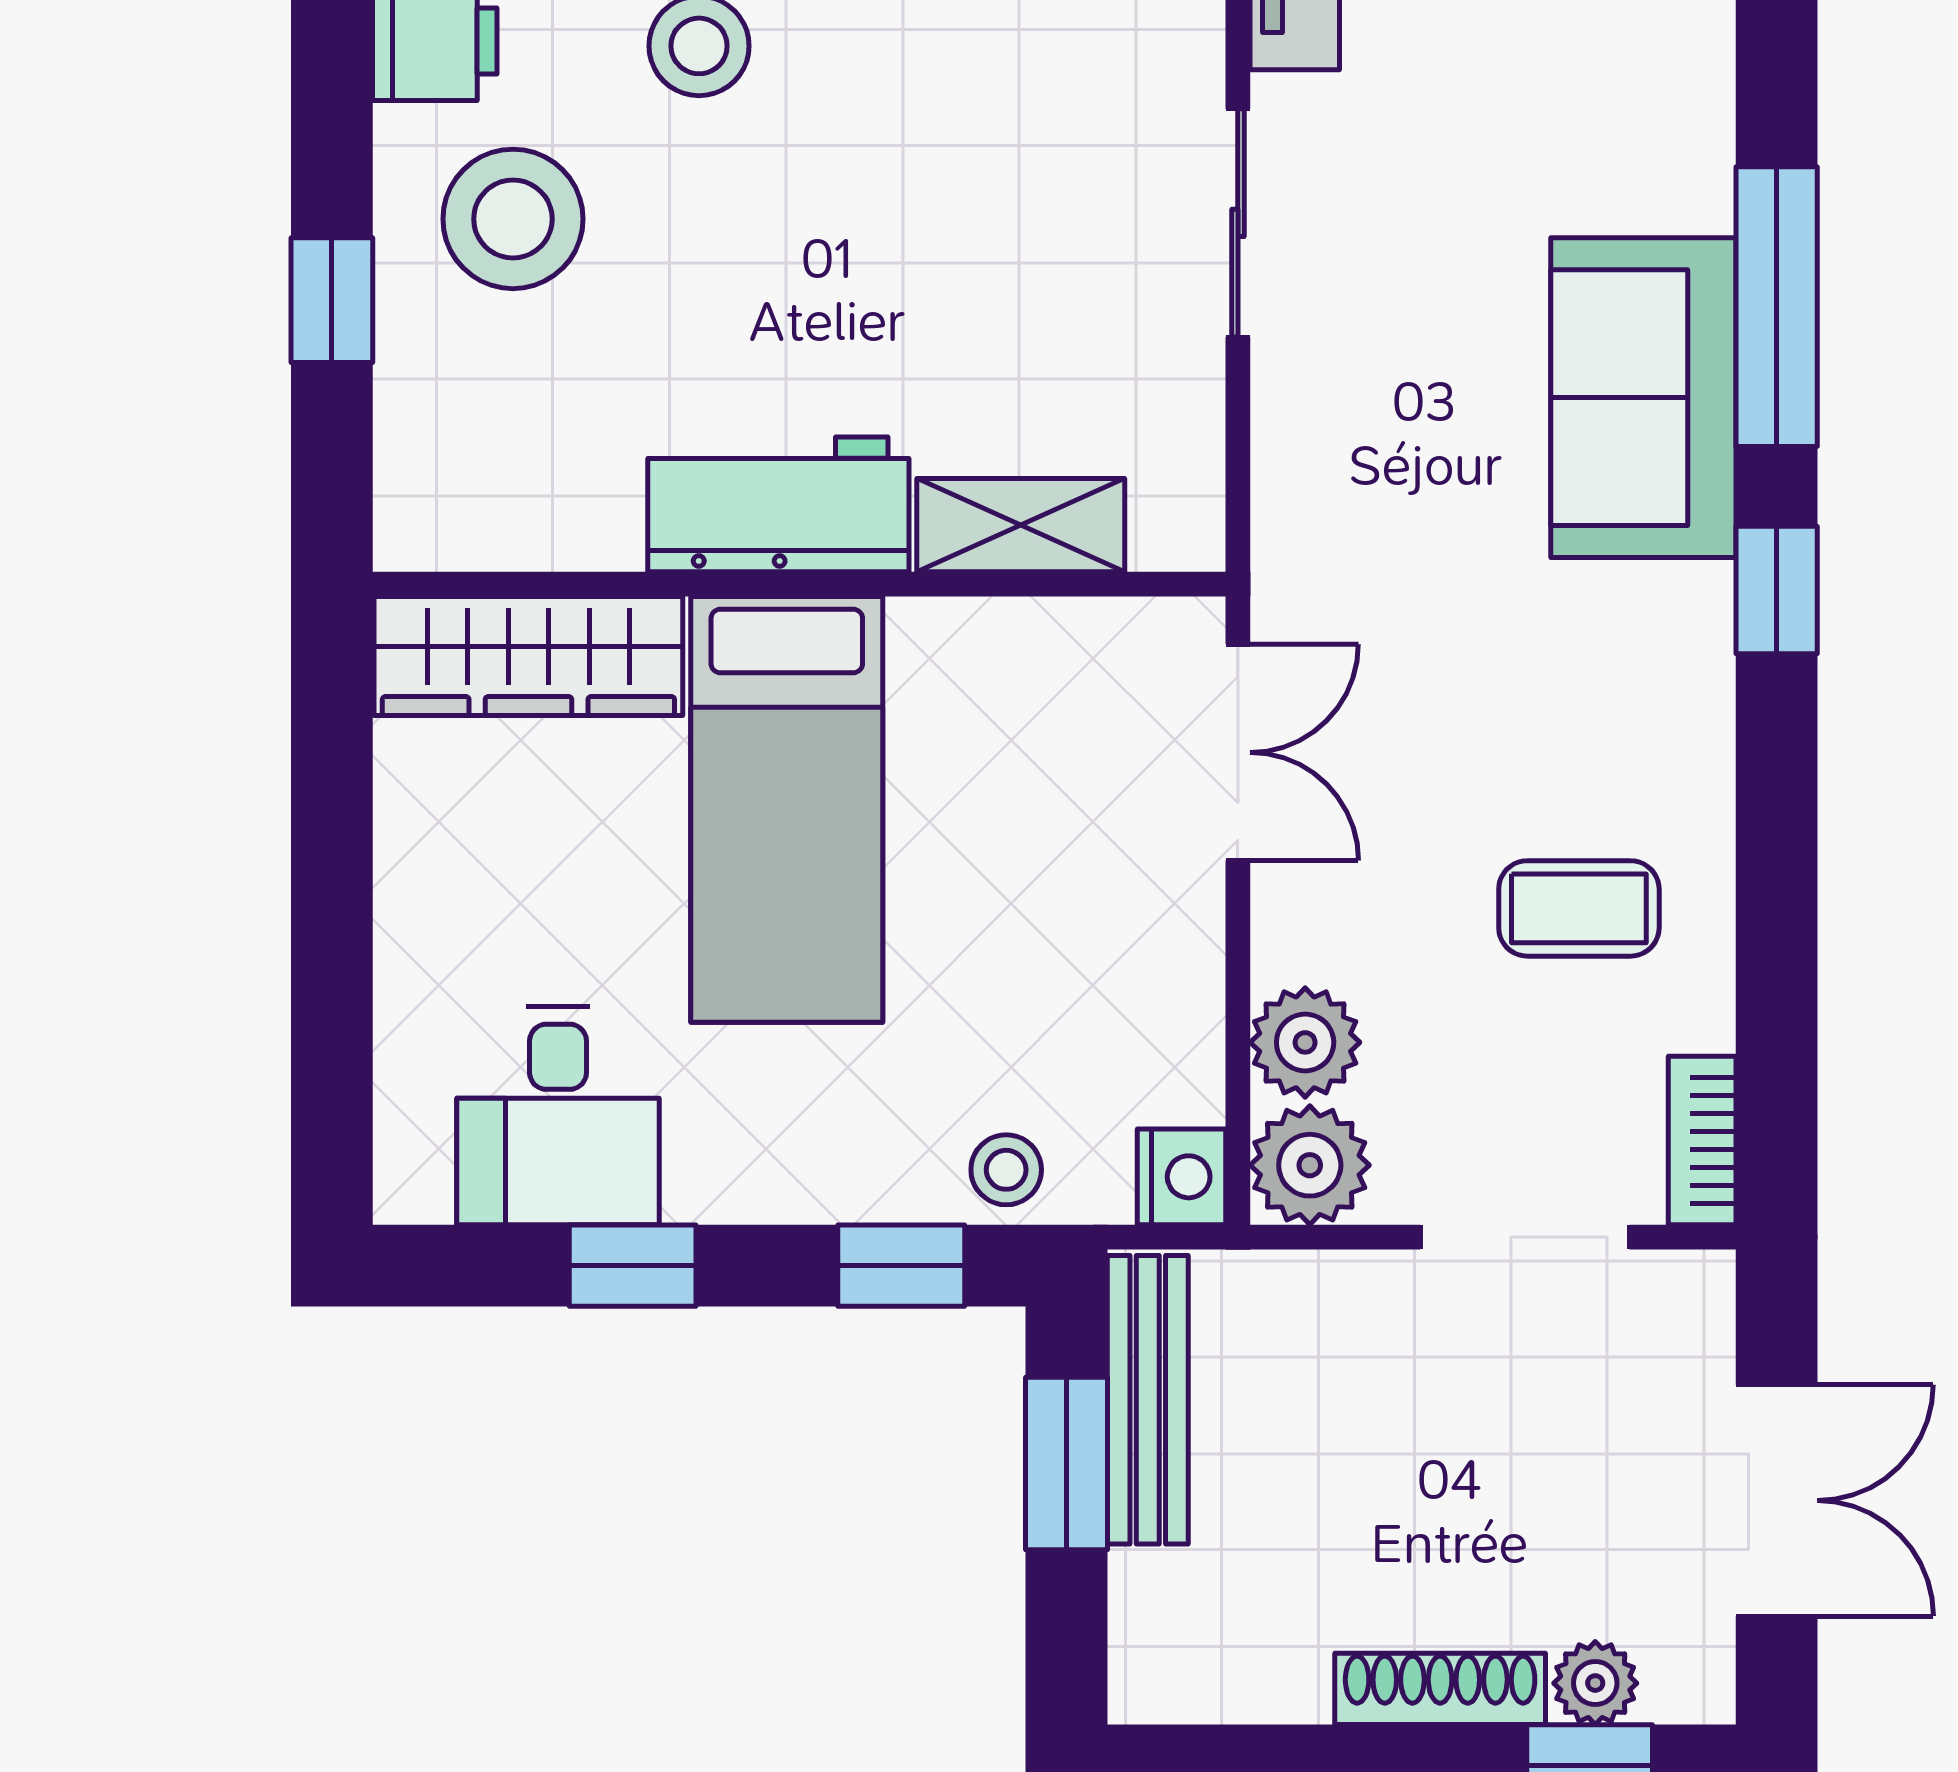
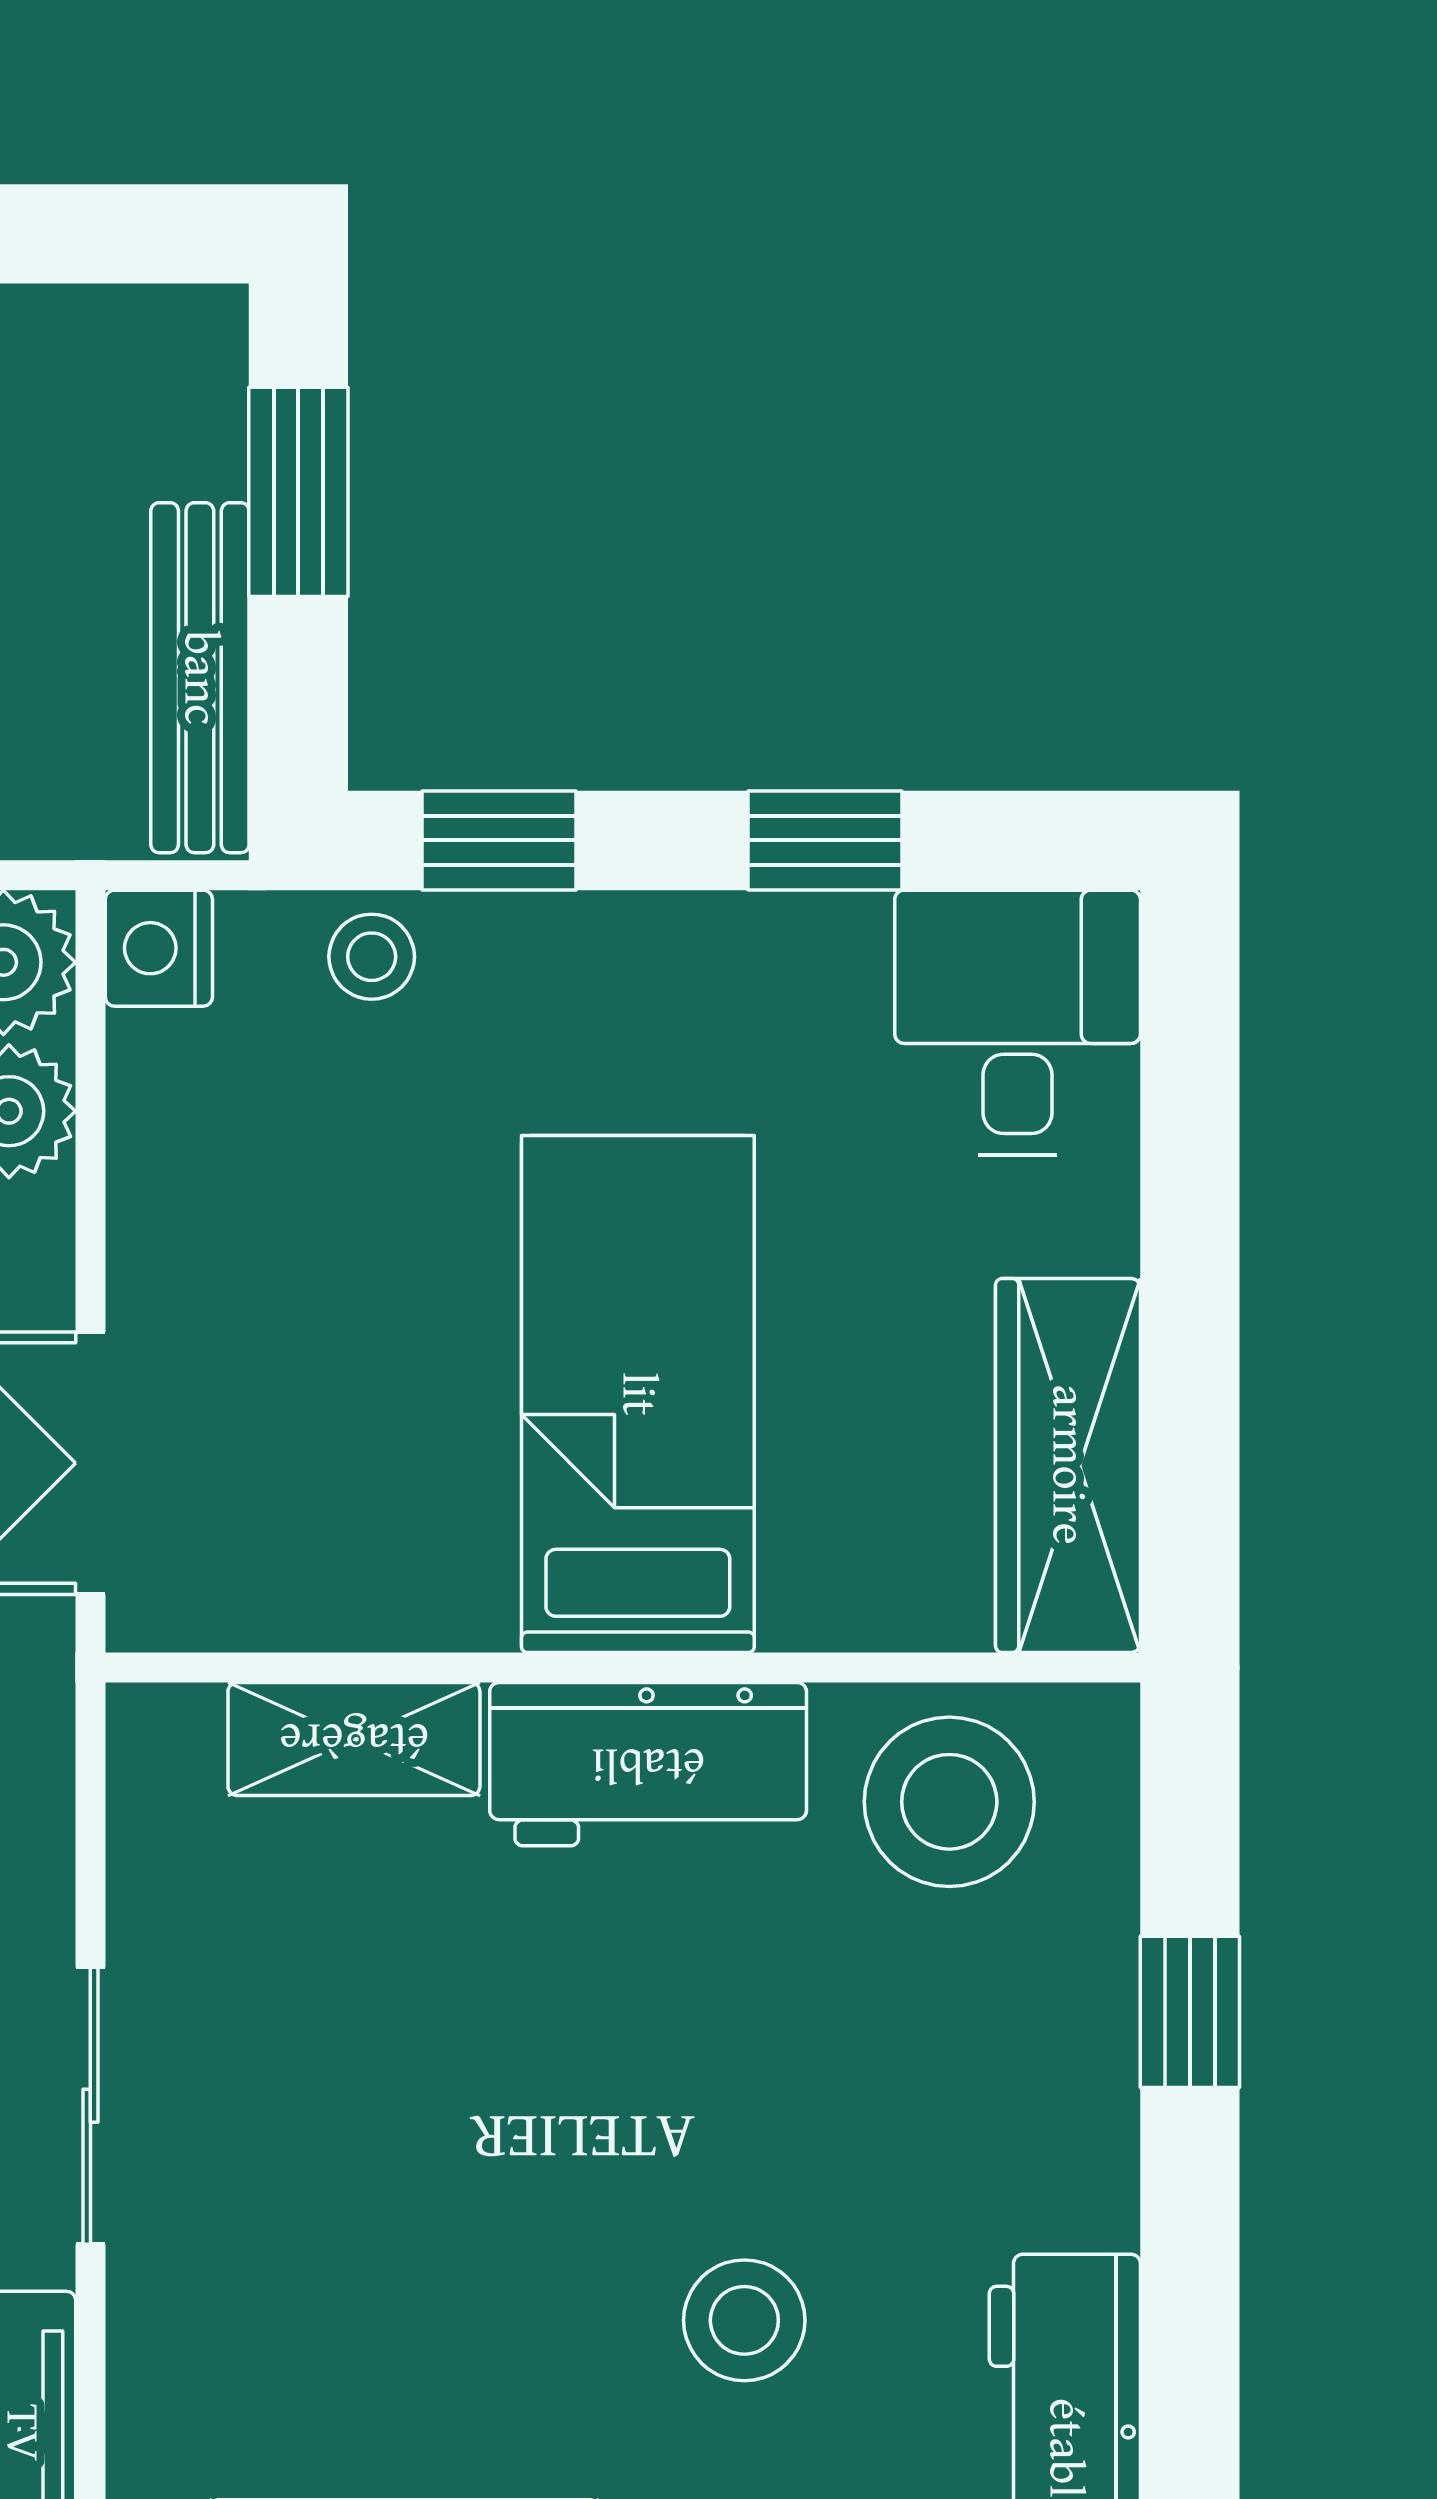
stool: (513, 219) -> (949, 1802), moved
wardrobe: (528, 656) -> (1068, 1465), moved, turned -90
desk: (558, 1116) -> (1018, 1022), moved
window: (1067, 1463) -> (298, 492), moved

